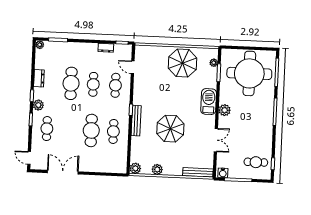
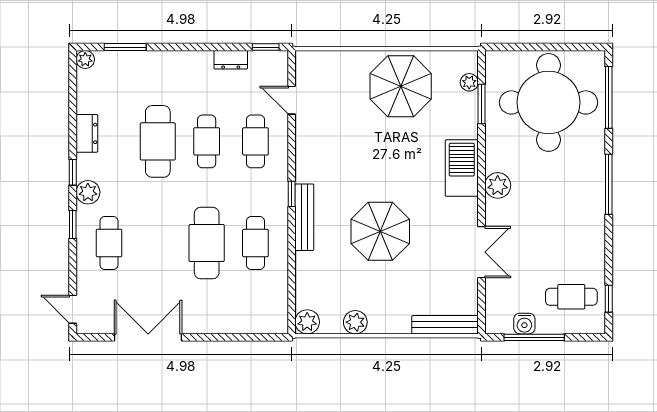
water cooler: (223, 173) -> (524, 324), moved

